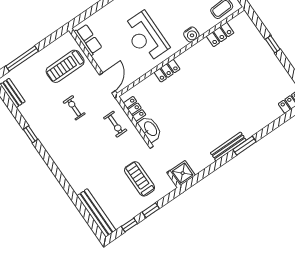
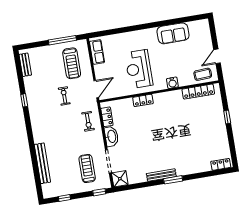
locker: (220, 35) -> (198, 92), width x1.53
window: (22, 59) -> (62, 40), moved
treadmill: (65, 66) -> (72, 63), turned -90
window: (151, 210) -> (99, 192), moved
bench: (96, 213) -> (42, 163), moved

